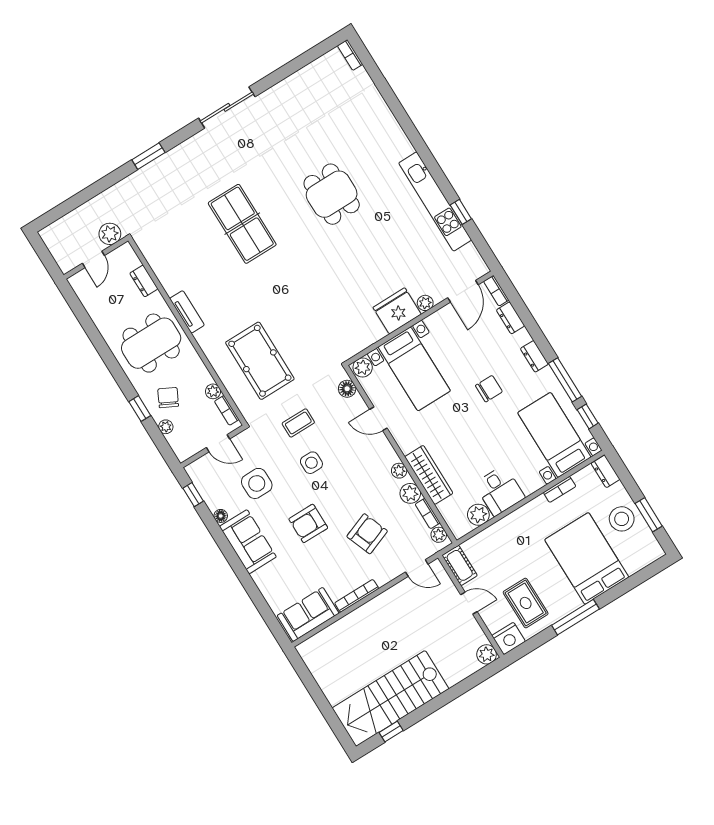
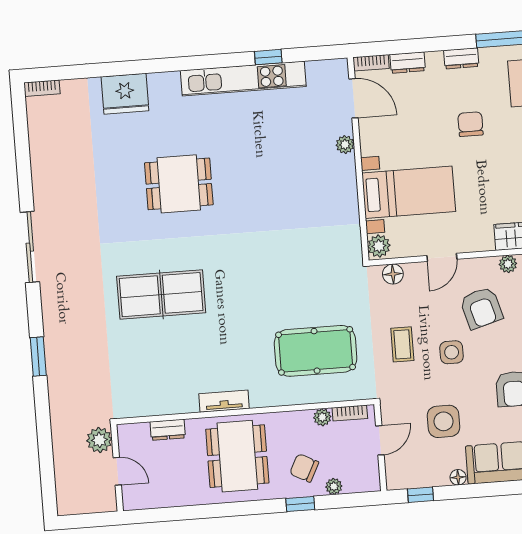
fridge: (397, 311) -> (125, 94), moved, turned -90
armchair: (356, 468) -> (481, 308), added

